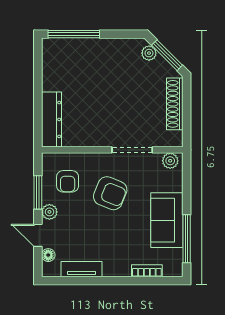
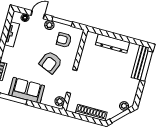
bench: (71, 46) -> (140, 62), added
dresser: (52, 119) -> (113, 43), moved

